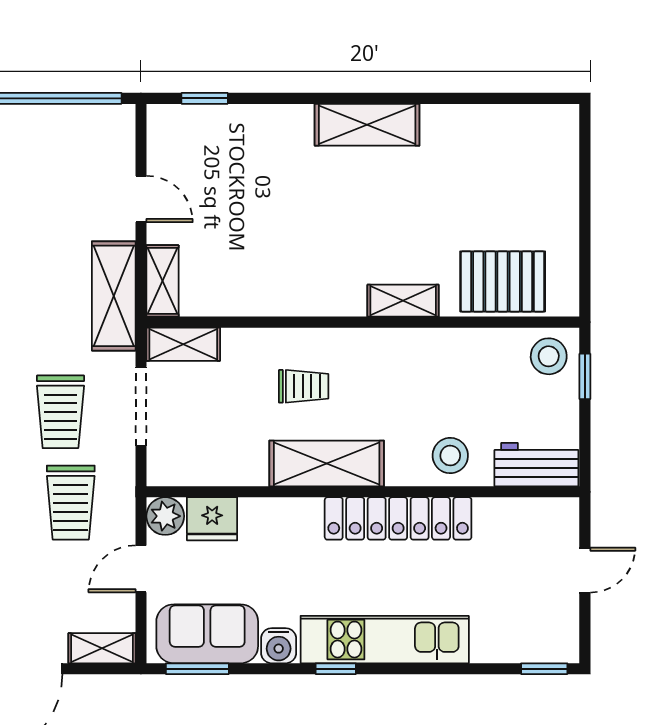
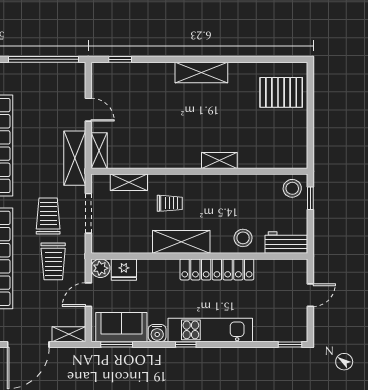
pallet: (503, 281) -> (281, 92), moved
shelving: (183, 344) -> (129, 182), moved
trolley: (60, 412) -> (48, 216), turned 180

